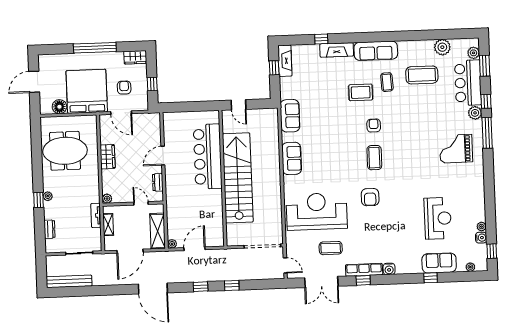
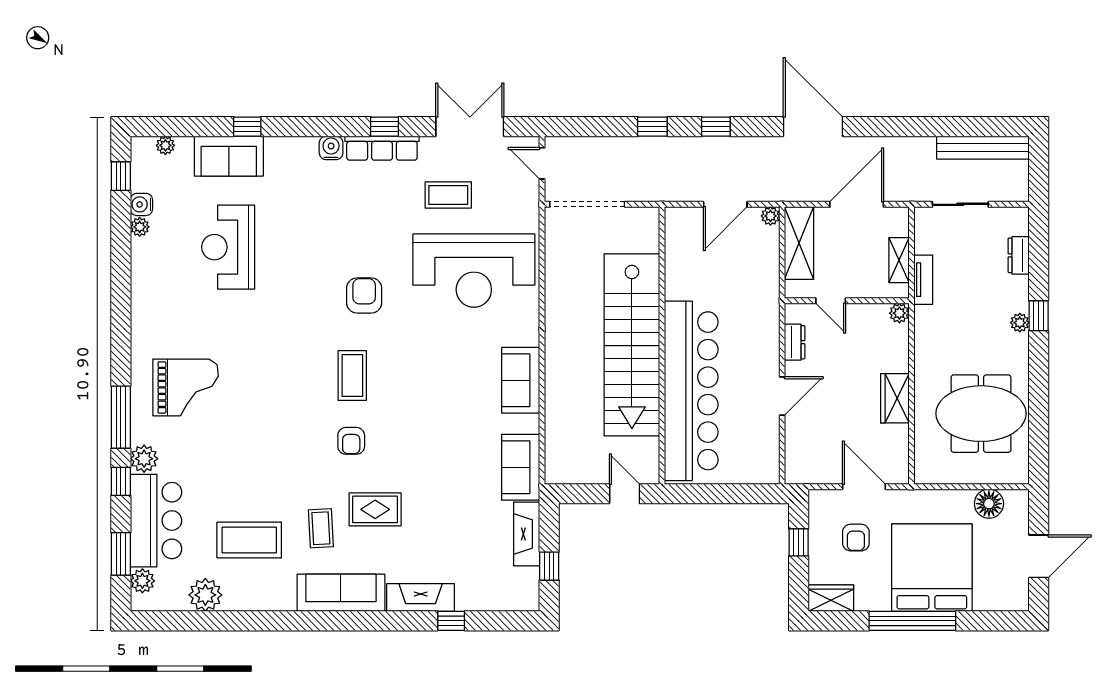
fireplace: (285, 61) -> (527, 534), moved
bed: (87, 91) -> (932, 568), moved, turned 180
bar counter: (208, 156) -> (691, 391), width x1.36

